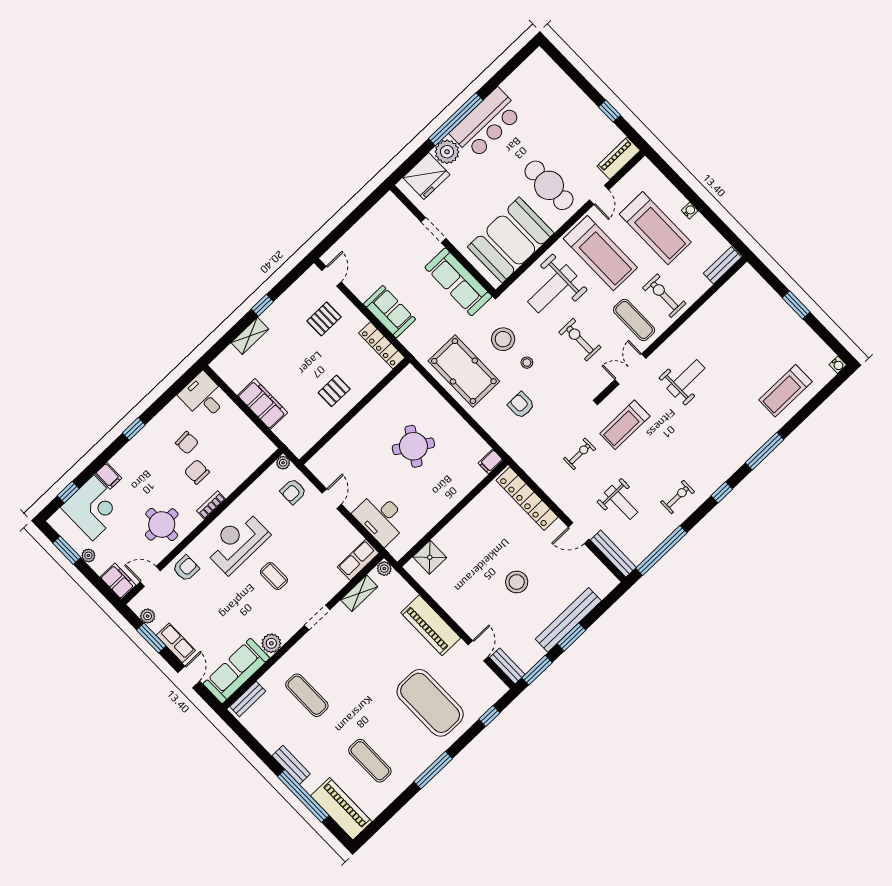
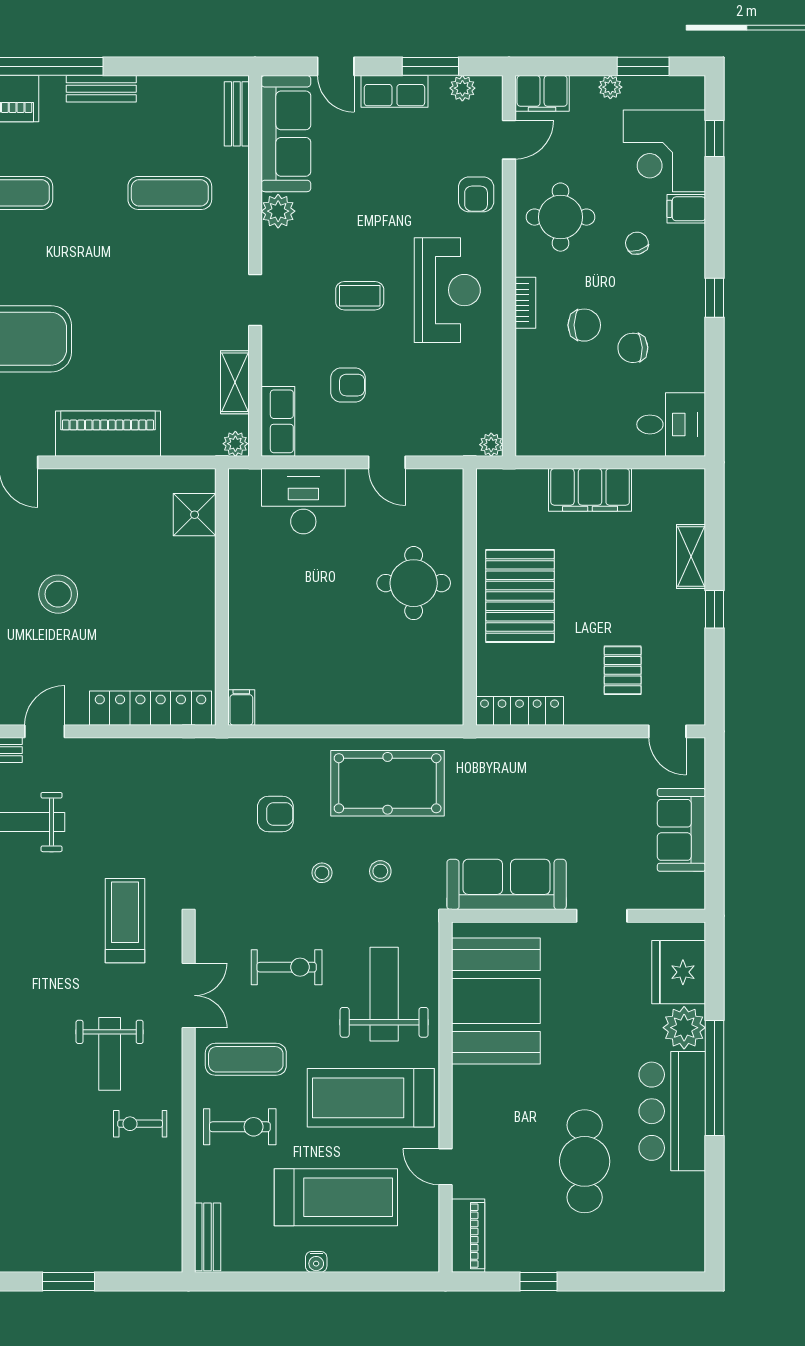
cafe table: (549, 185) -> (585, 1161), moved, turned 90
treadmill: (655, 228) -> (336, 1197), turned 180
sofa: (389, 312) -> (681, 830), moved, turned 90
stool: (503, 339) -> (380, 871), width x0.53, depth x0.53
pallet: (334, 391) -> (520, 596), width x2.05, depth x2.00
round table: (413, 446) -> (414, 583), moved, turned -33
exercise bike: (580, 454) -> (140, 1124), moved, turned 90
chair: (142, 483) -> (637, 243), added
armchair: (293, 491) -> (348, 385), moved, turned 90

